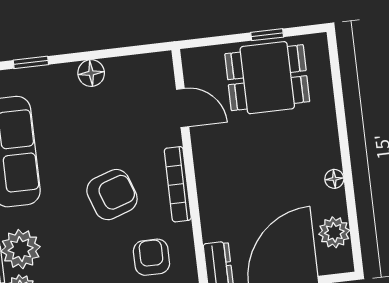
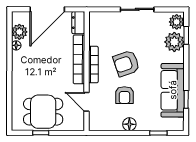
floor lamp: (334, 179) -> (16, 45), moved
bookcase: (208, 191) -> (79, 59), added
armchair: (151, 257) -> (124, 95), moved

